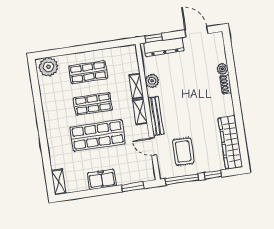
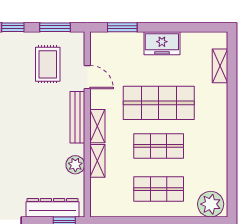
window: (182, 179) -> (55, 27), width x0.69
shelving: (59, 182) -> (220, 66), moved

